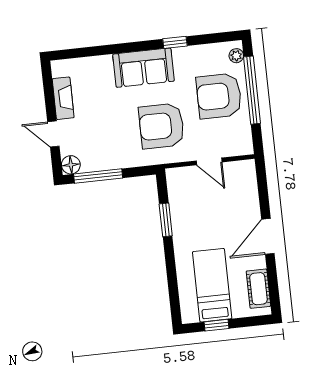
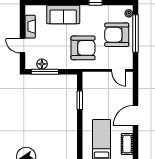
sofa: (143, 68) -> (63, 14), moved
armchair: (162, 126) -> (83, 48), turned 180
door: (209, 161) -> (119, 70), moved
floor lamp: (71, 165) -> (42, 64), moved

